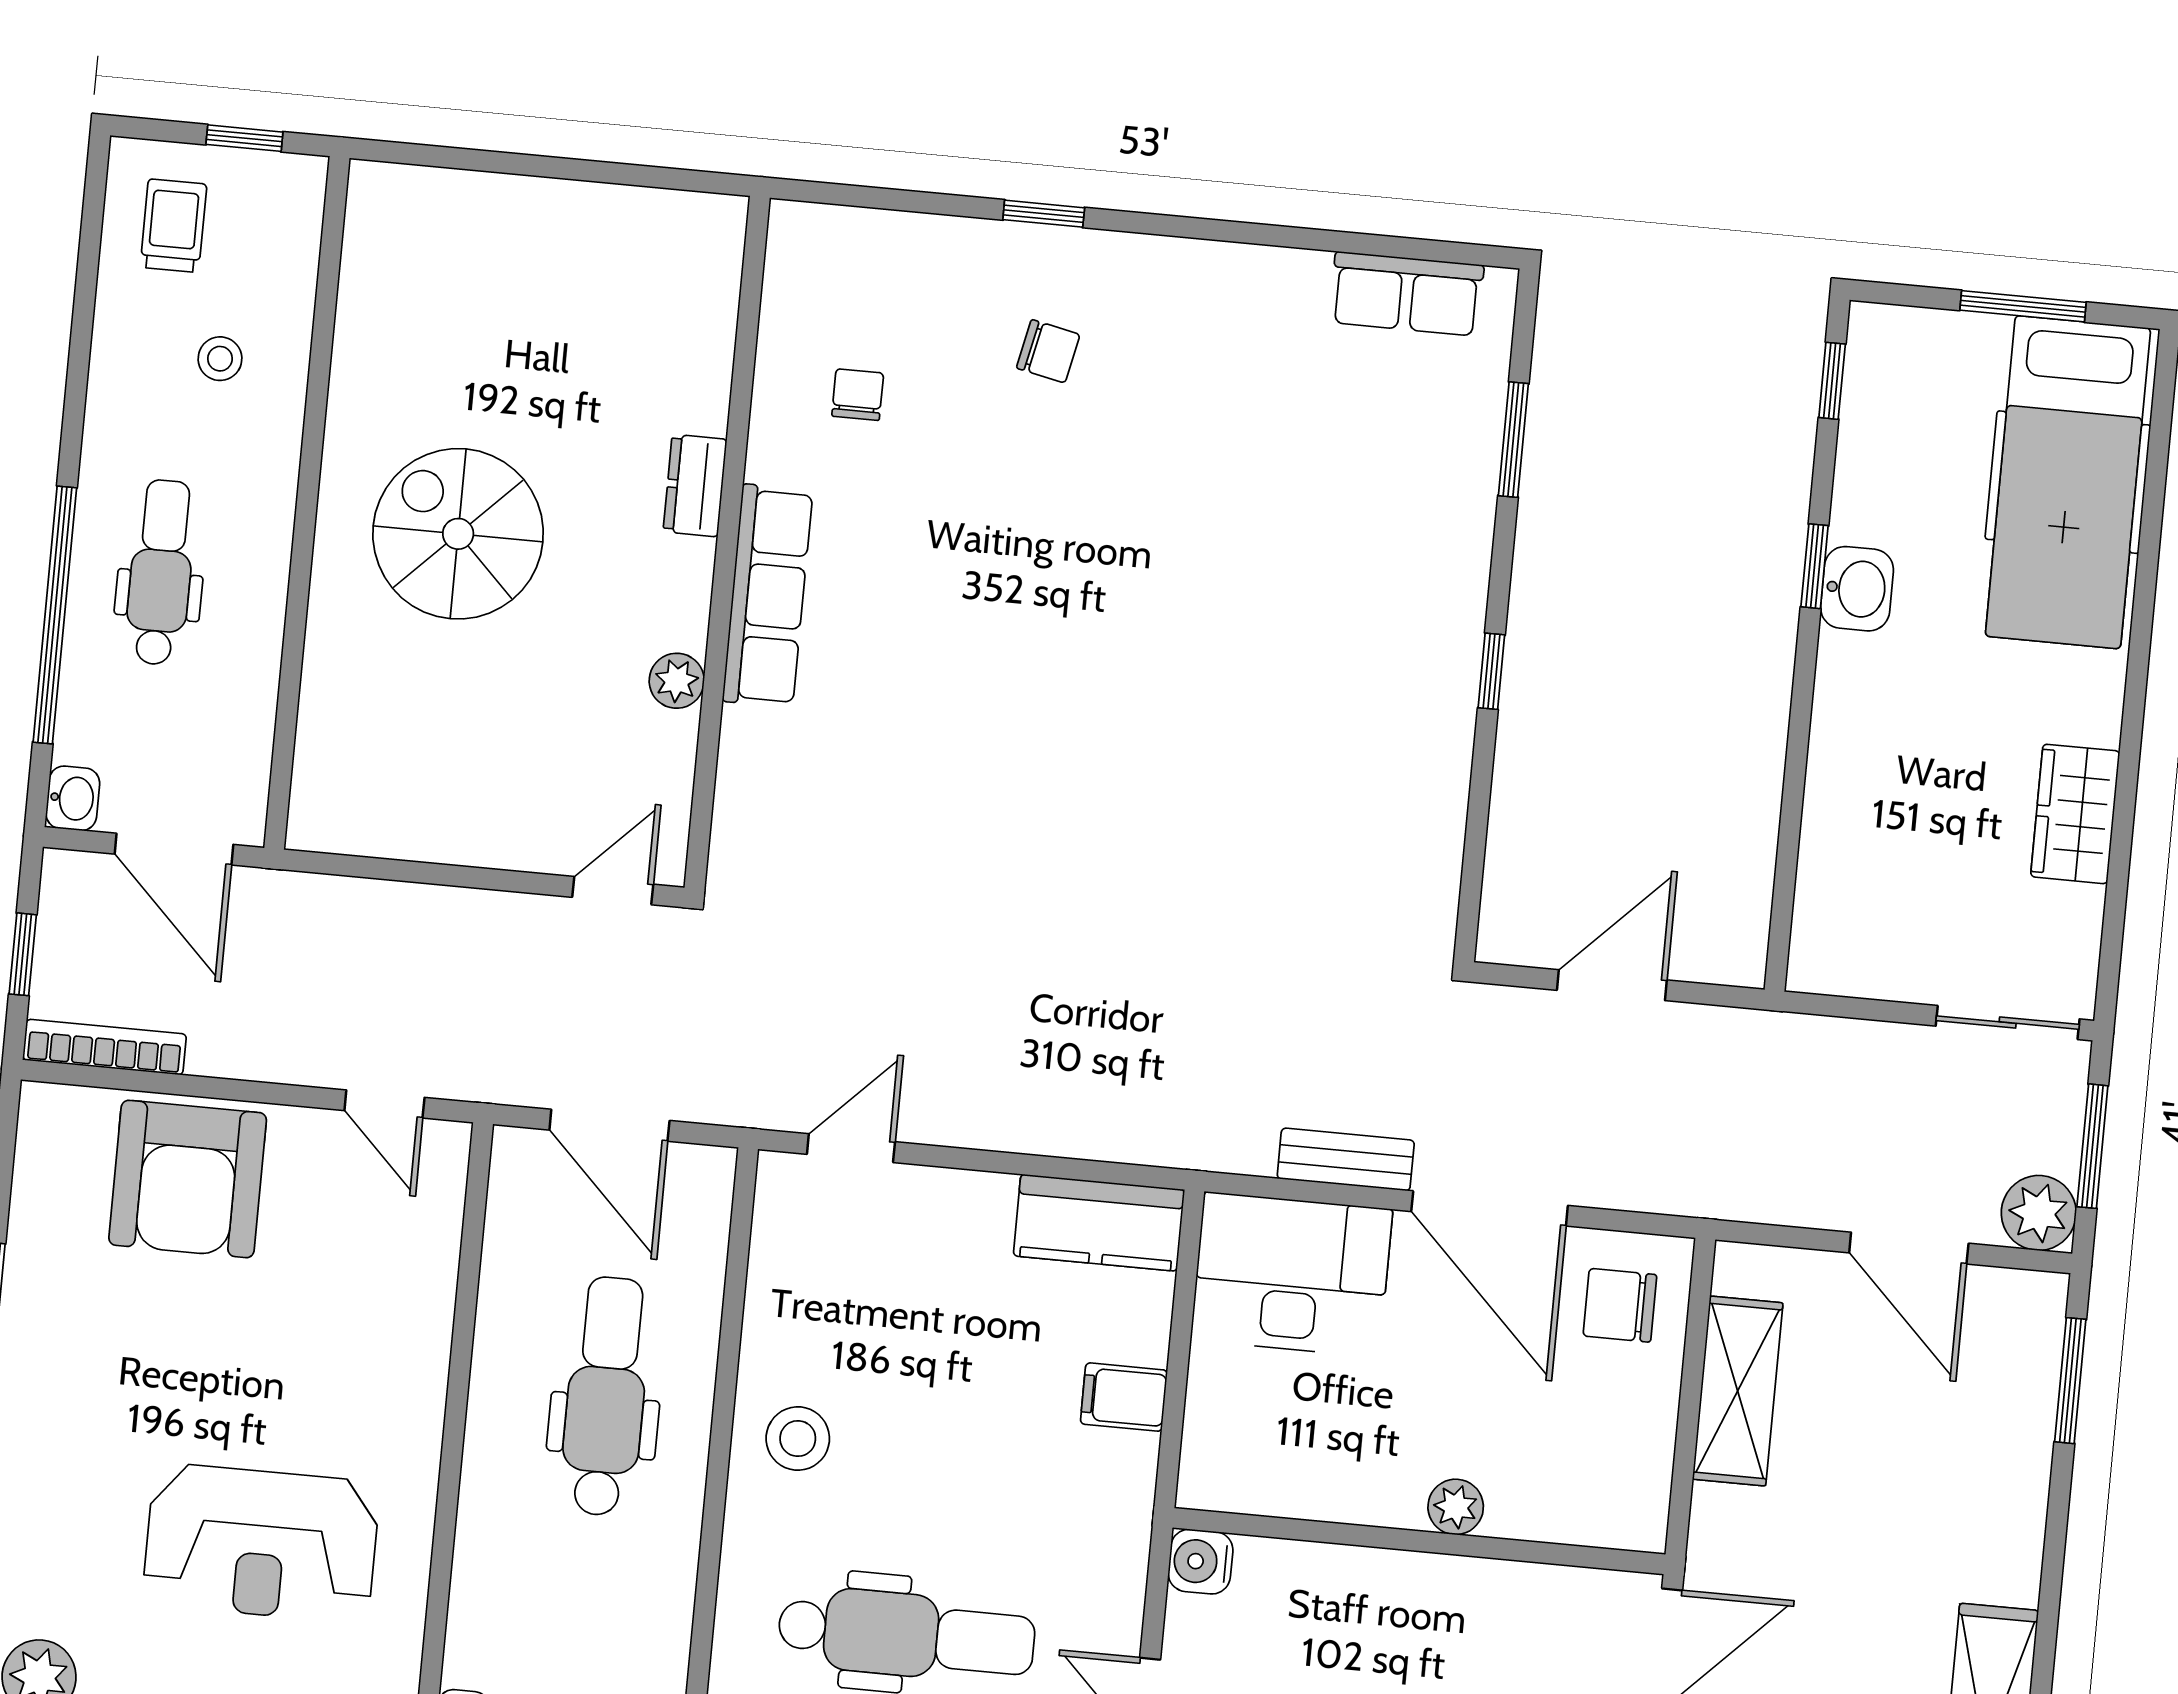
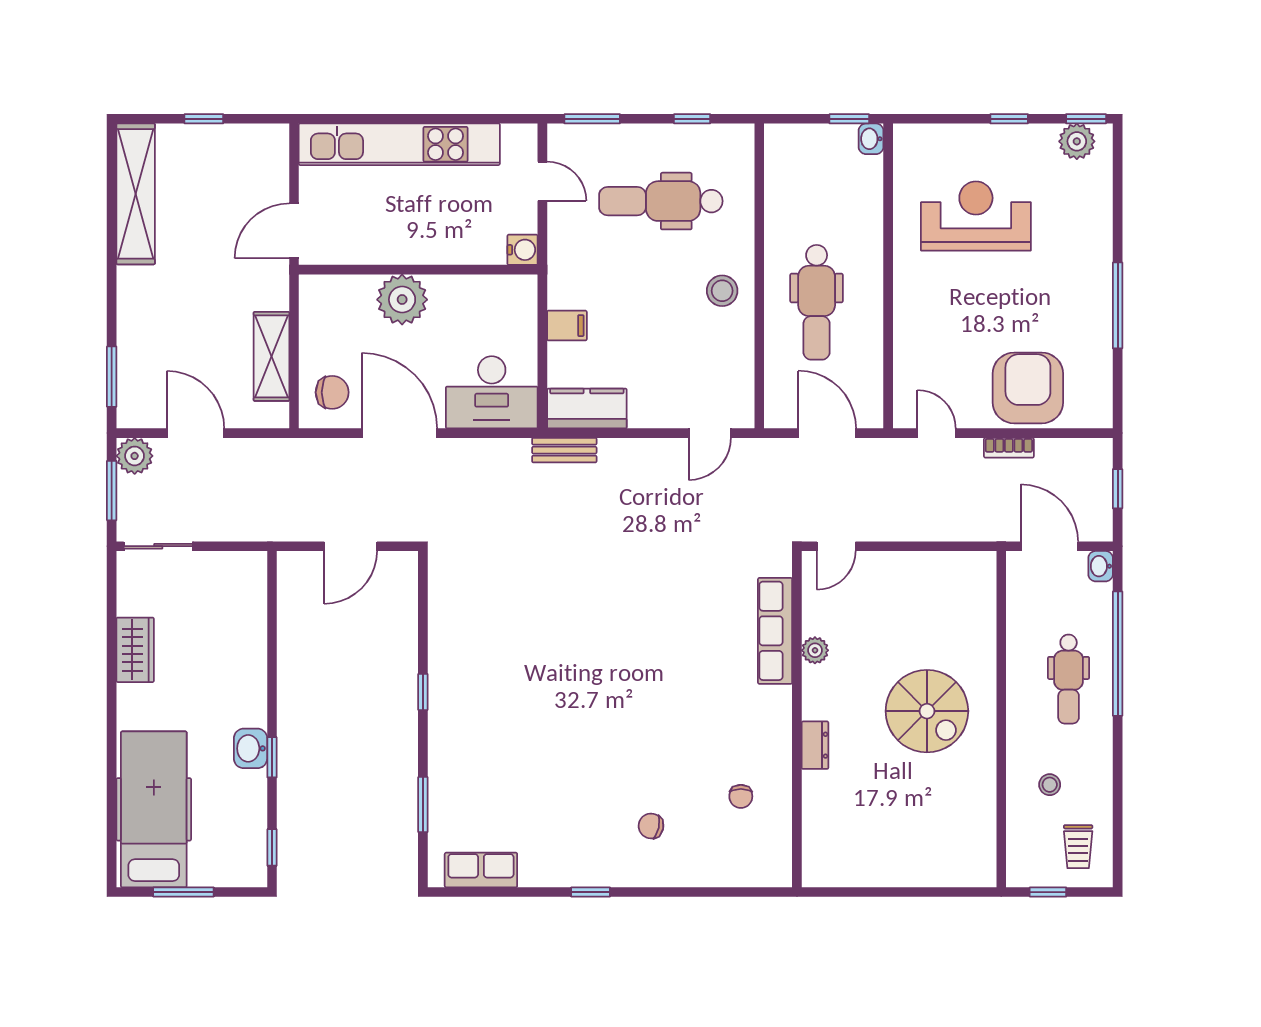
window: (1044, 214) -> (591, 892), moved
row of seats: (768, 596) -> (775, 631), moved
bookcase: (105, 1047) -> (1009, 448), moved, width x0.64
bench: (1346, 1159) -> (564, 450), moved
plant: (1456, 1507) -> (402, 300), width x1.88, depth x1.88

